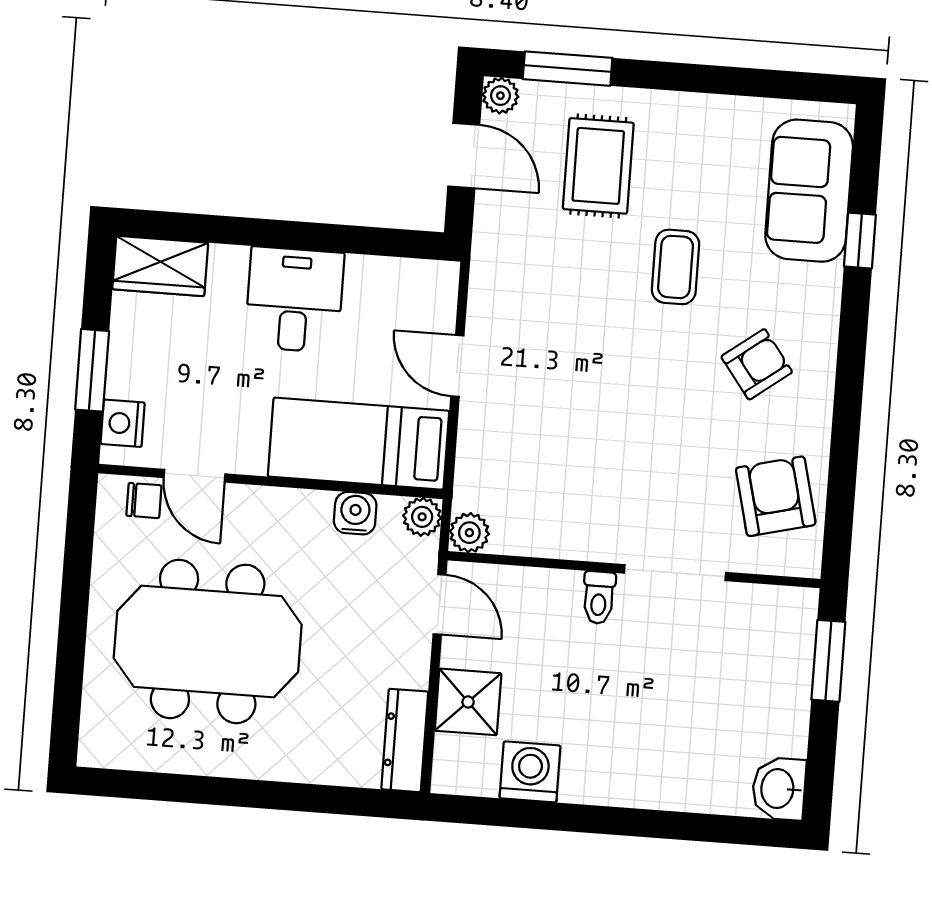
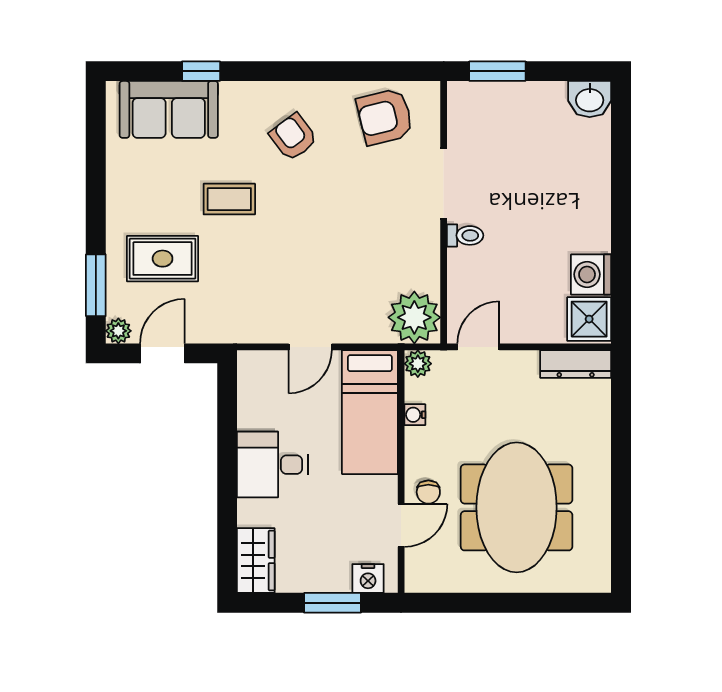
chair: (144, 500) -> (428, 492), moved, turned 180
water cooler: (355, 513) -> (415, 415), width x0.72, depth x0.72
plant: (469, 533) -> (414, 317), width x1.88, depth x1.88
shower: (468, 702) -> (589, 319), moved

